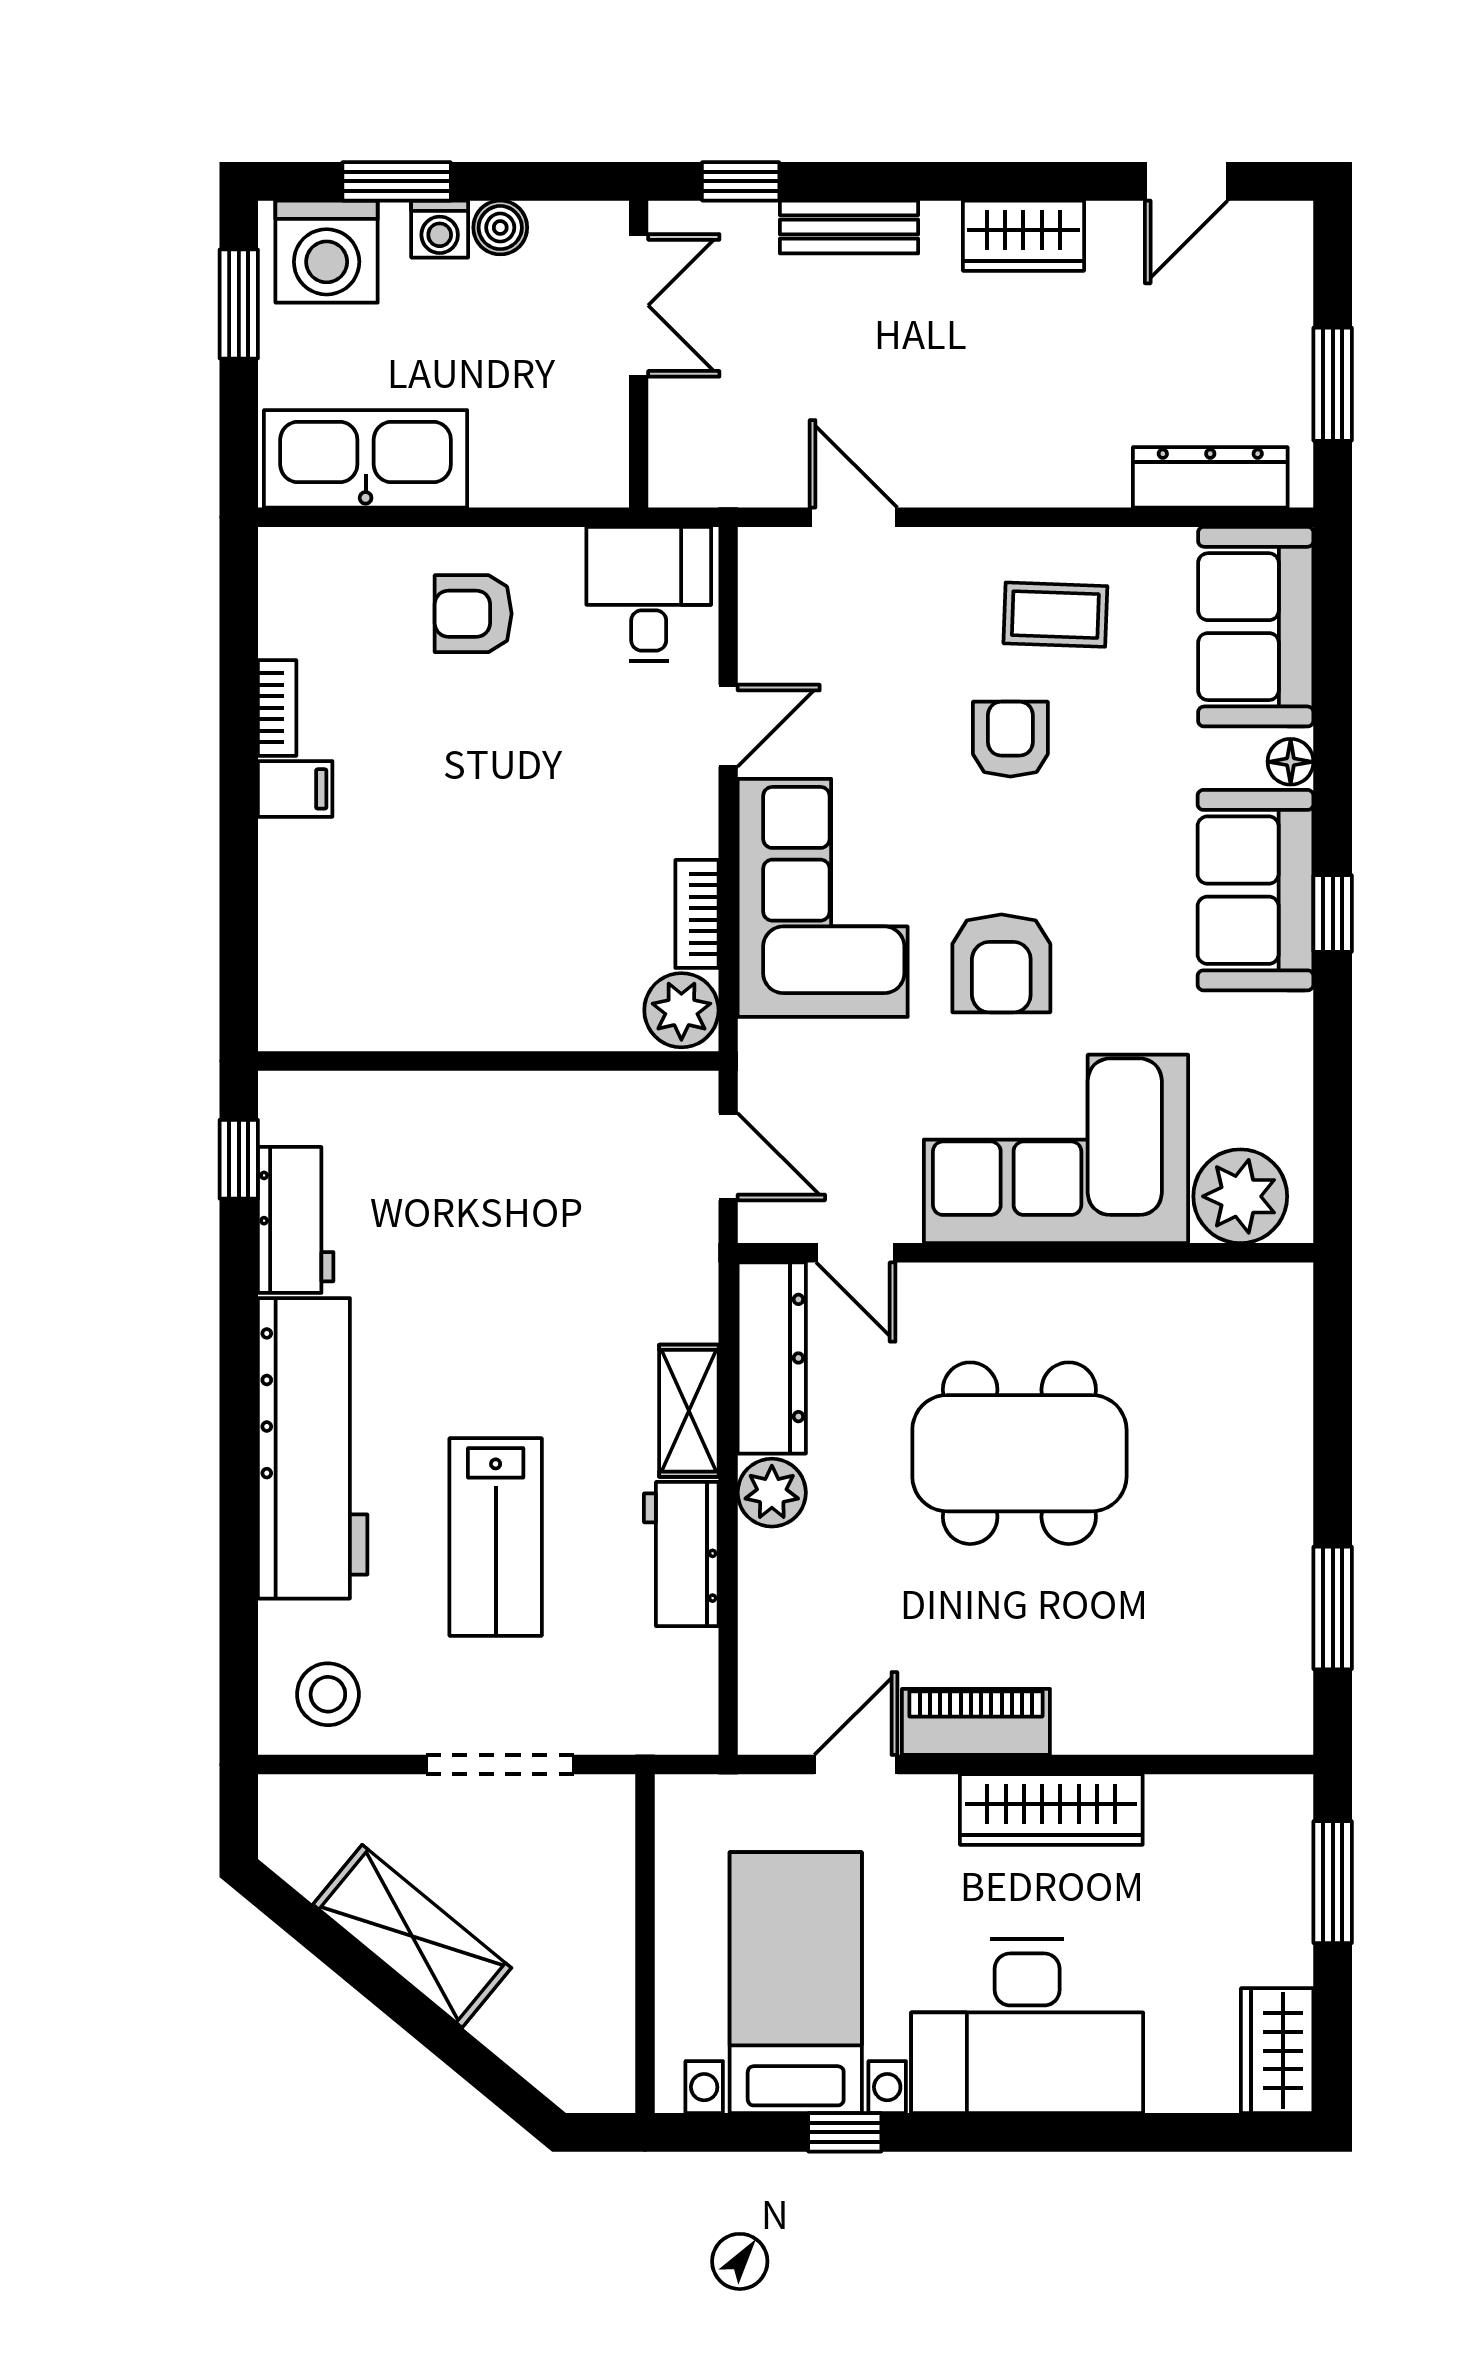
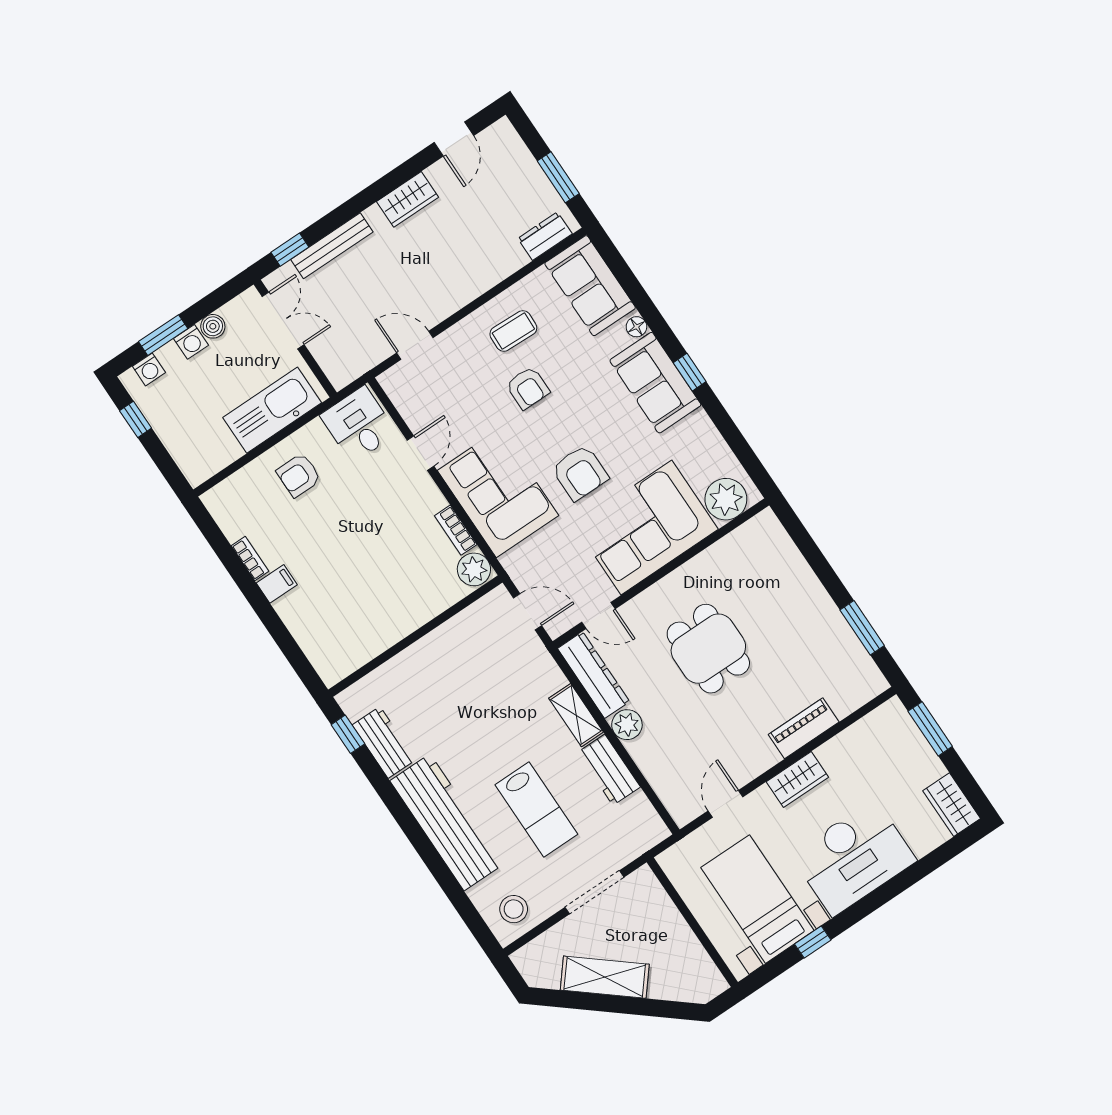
bench: (849, 227) -> (332, 246), width x1.36
washing machine: (327, 252) -> (149, 369), width x0.53, depth x0.53
window: (239, 304) -> (136, 419), width x0.67
kitchen sink: (366, 459) -> (272, 410), moved
dresser: (1210, 477) -> (545, 236), width x0.70
armchair: (1010, 739) -> (528, 388), turned 180
dining table: (1019, 1453) -> (708, 649), width x0.73
piano: (976, 1722) -> (804, 728), moved
wardrobe: (1051, 1810) -> (797, 779), width x0.67

